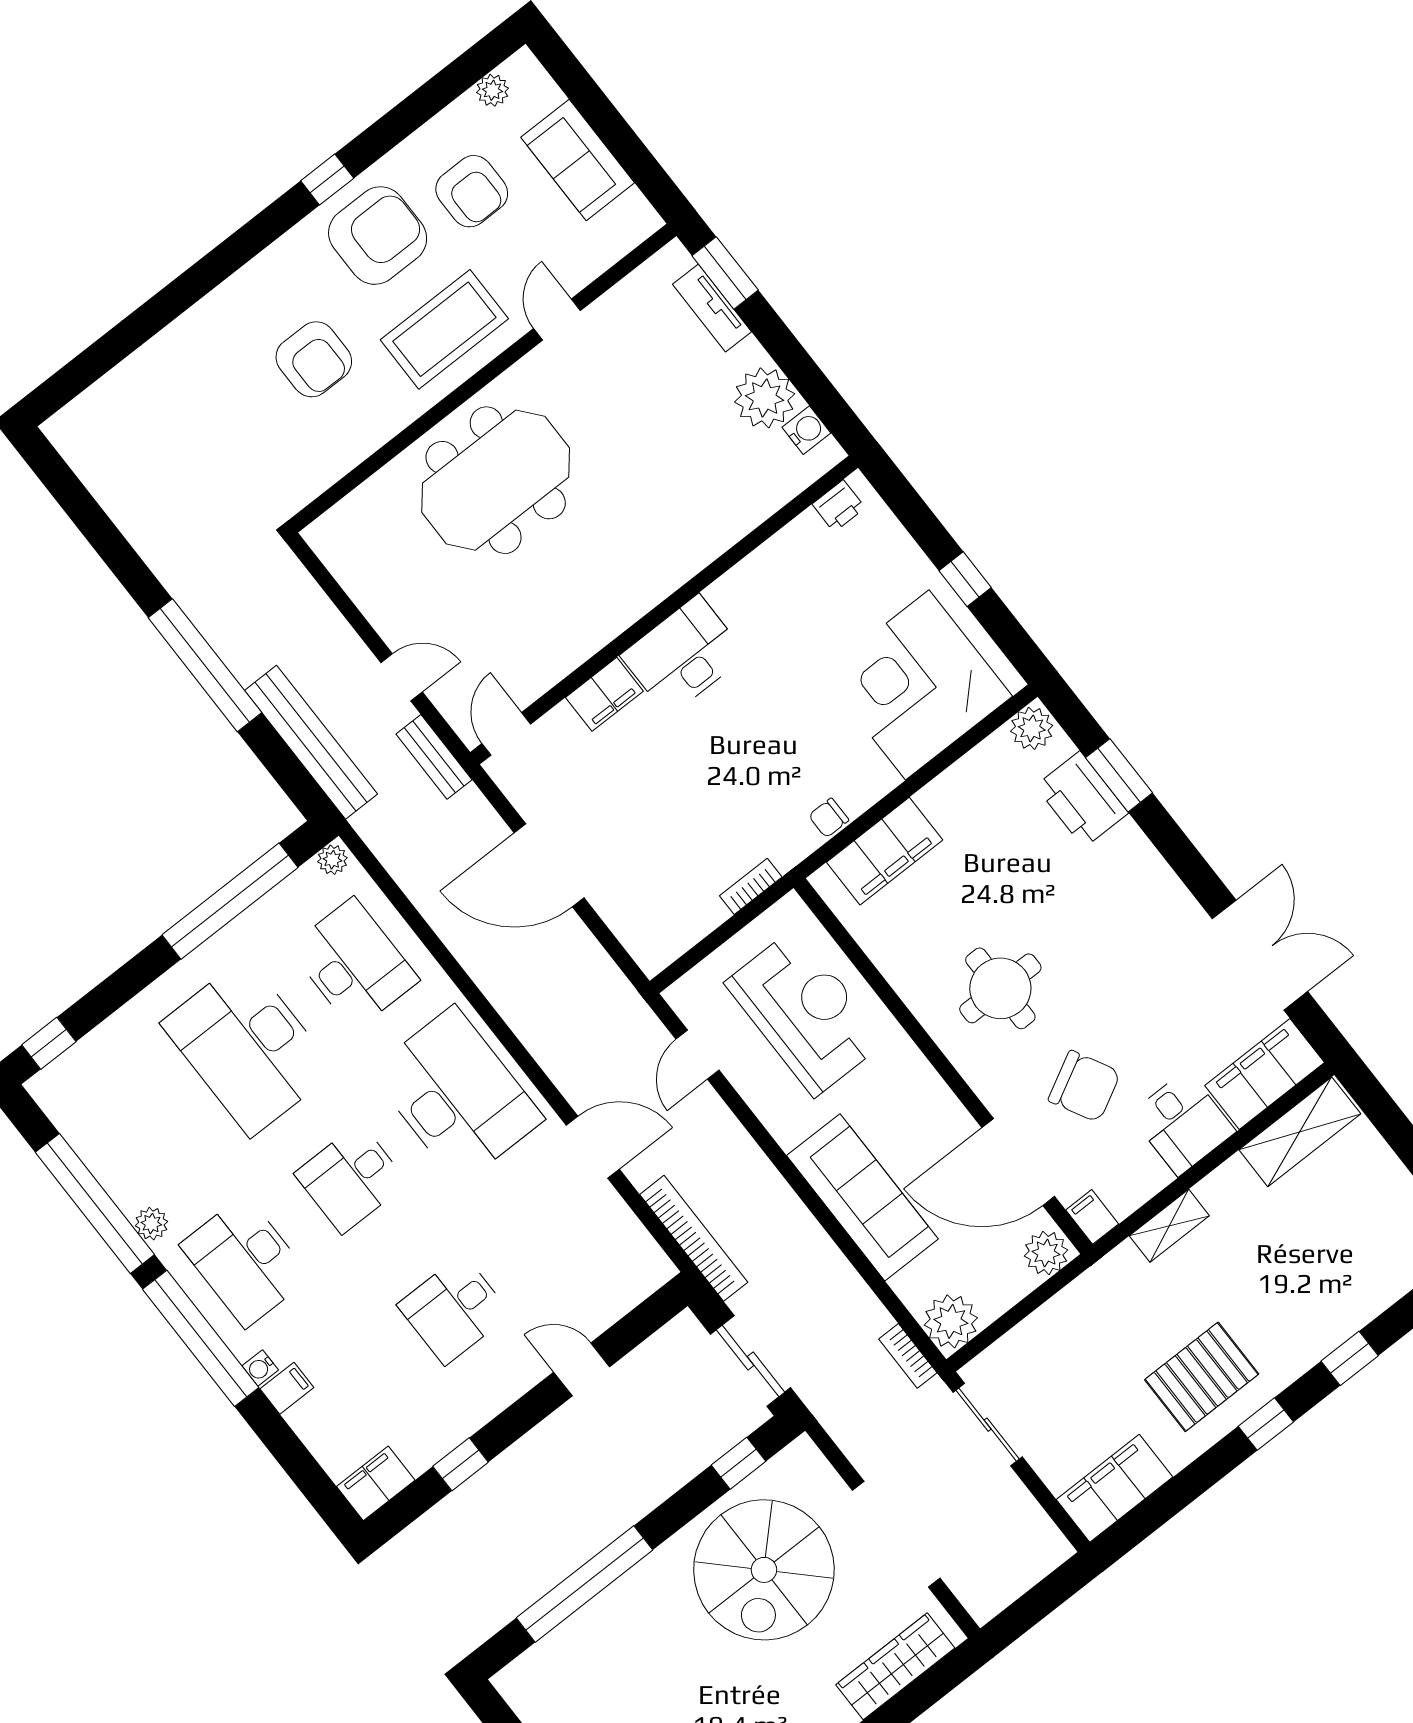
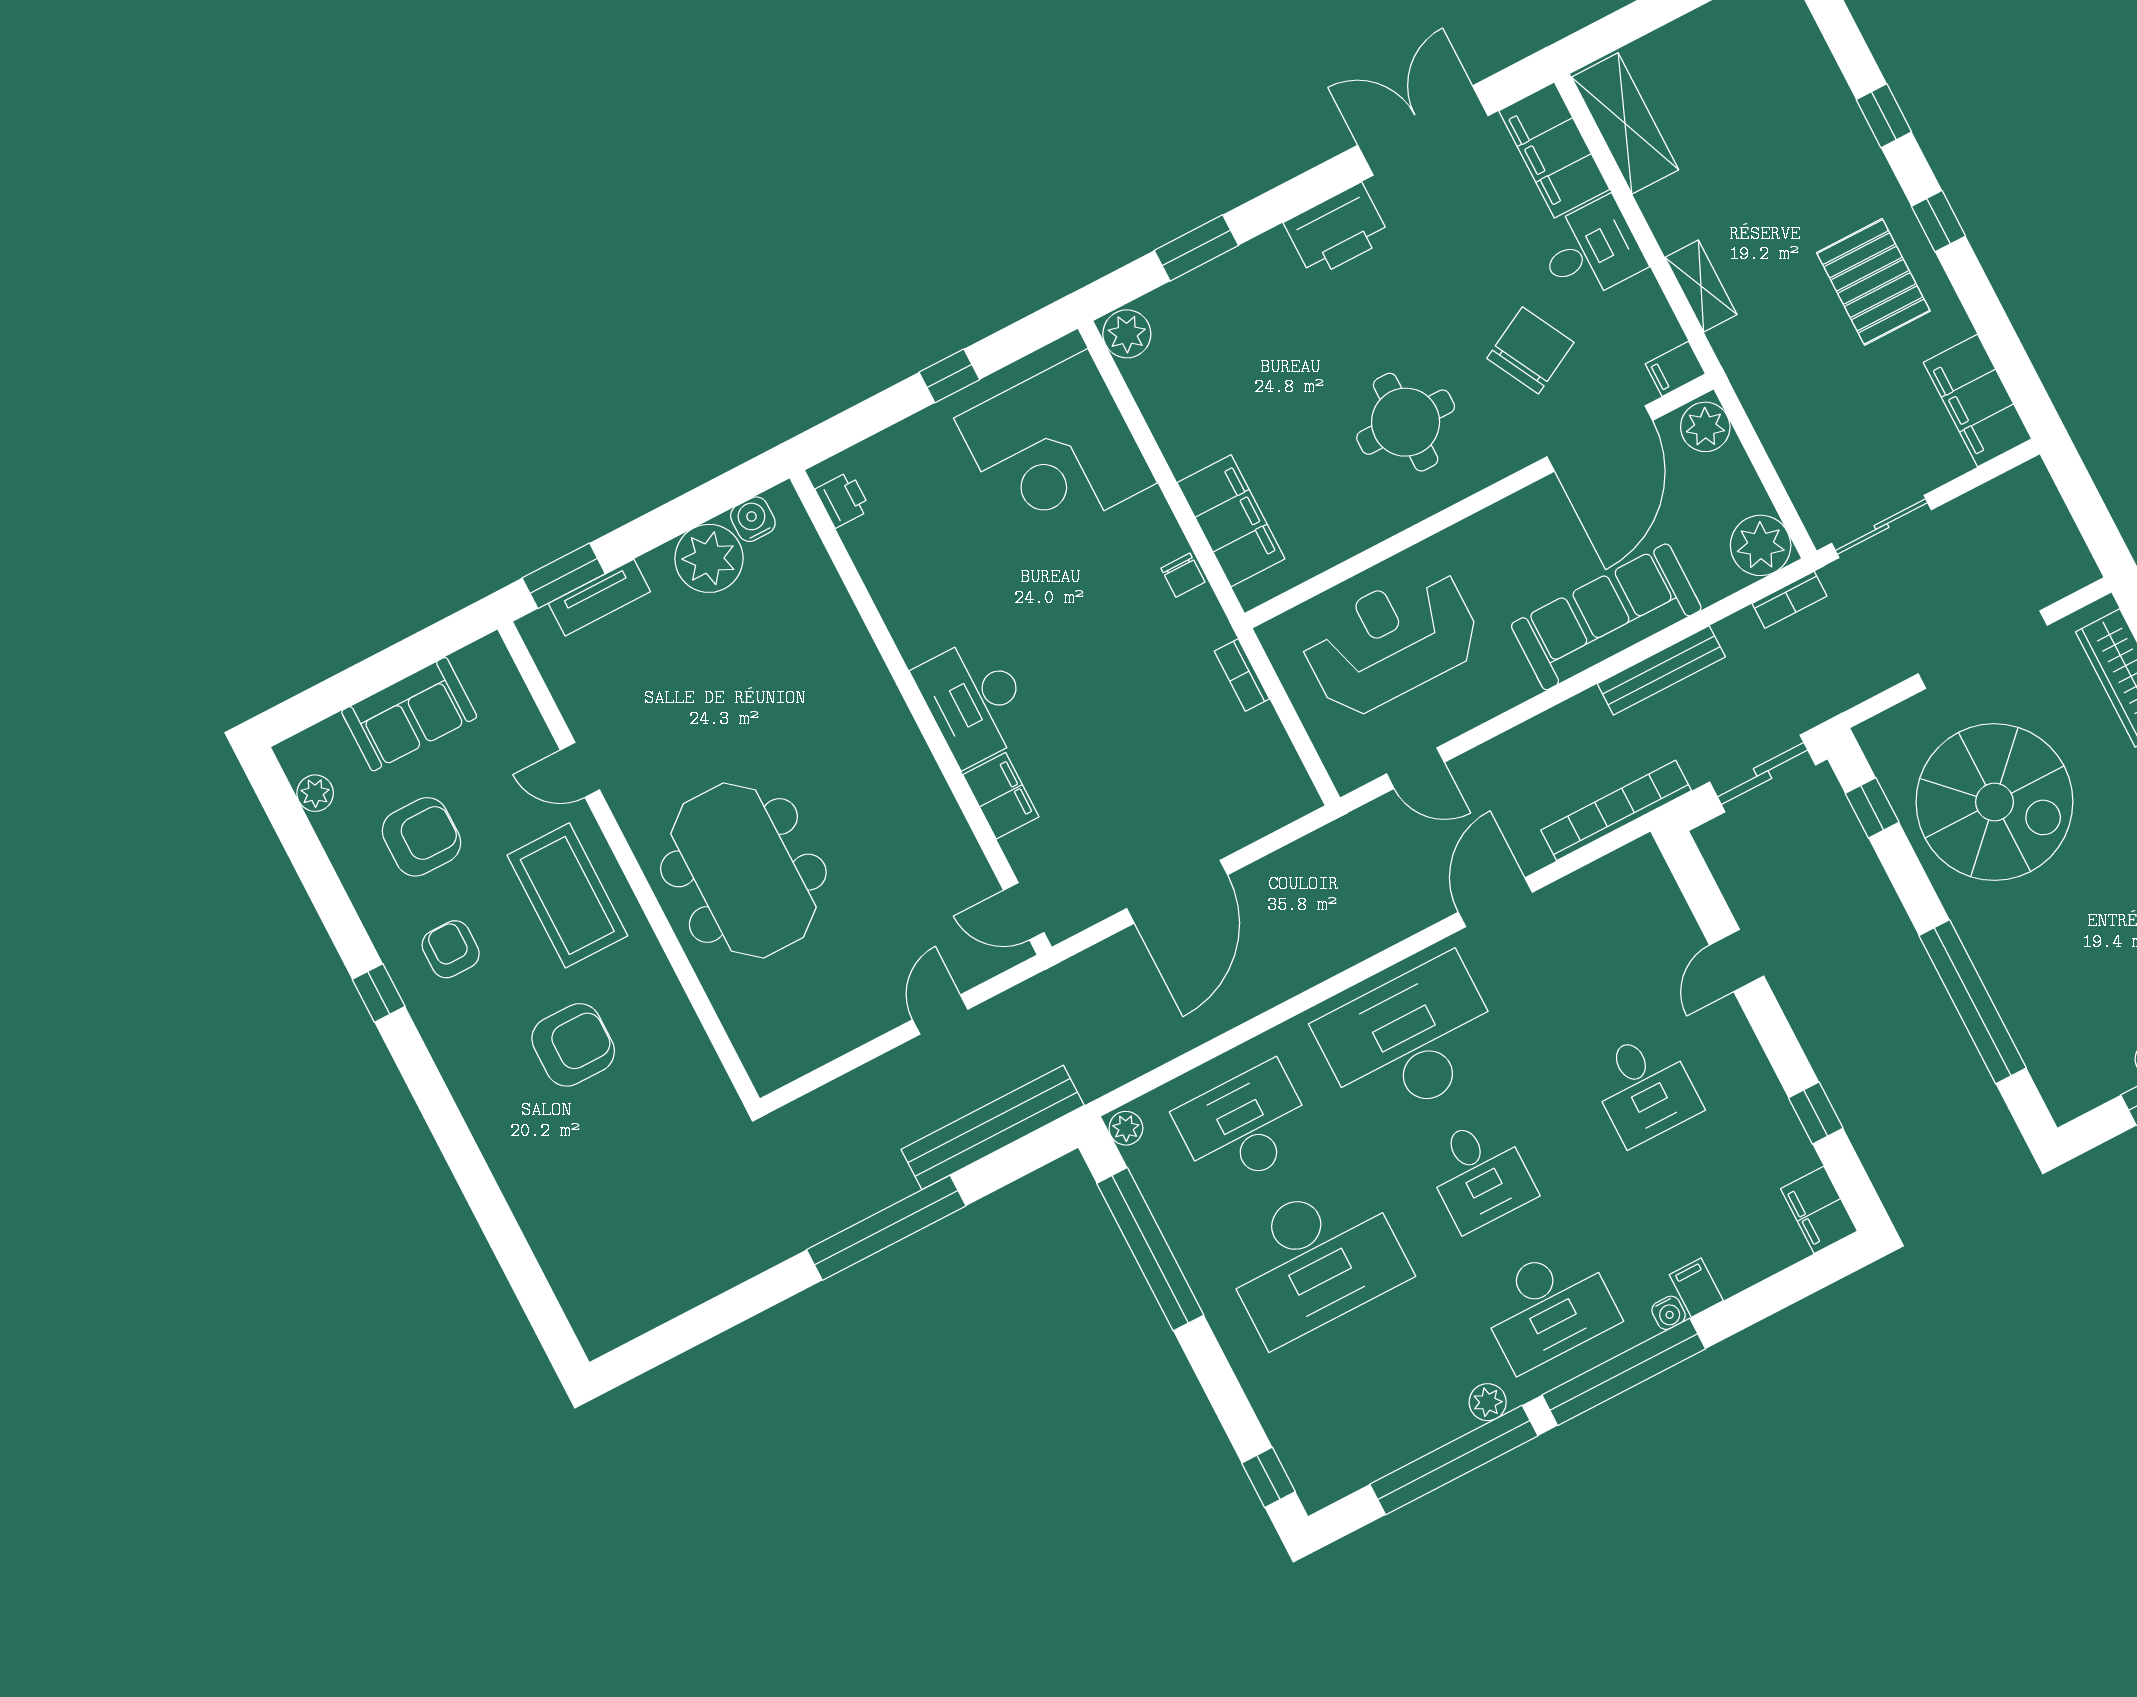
armchair: (378, 236) -> (451, 949), width x0.53, depth x0.53
bench: (434, 757) -> (1661, 670), moved, width x1.36
printer: (1082, 799) -> (1337, 230), moved

